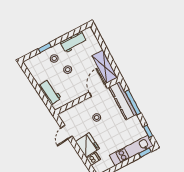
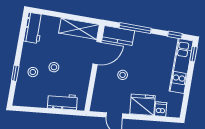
workbench: (73, 42) -> (33, 28), moved
door: (98, 90) -> (97, 53), swing flipped
kitchen counter: (123, 101) -> (118, 35), width x0.67

